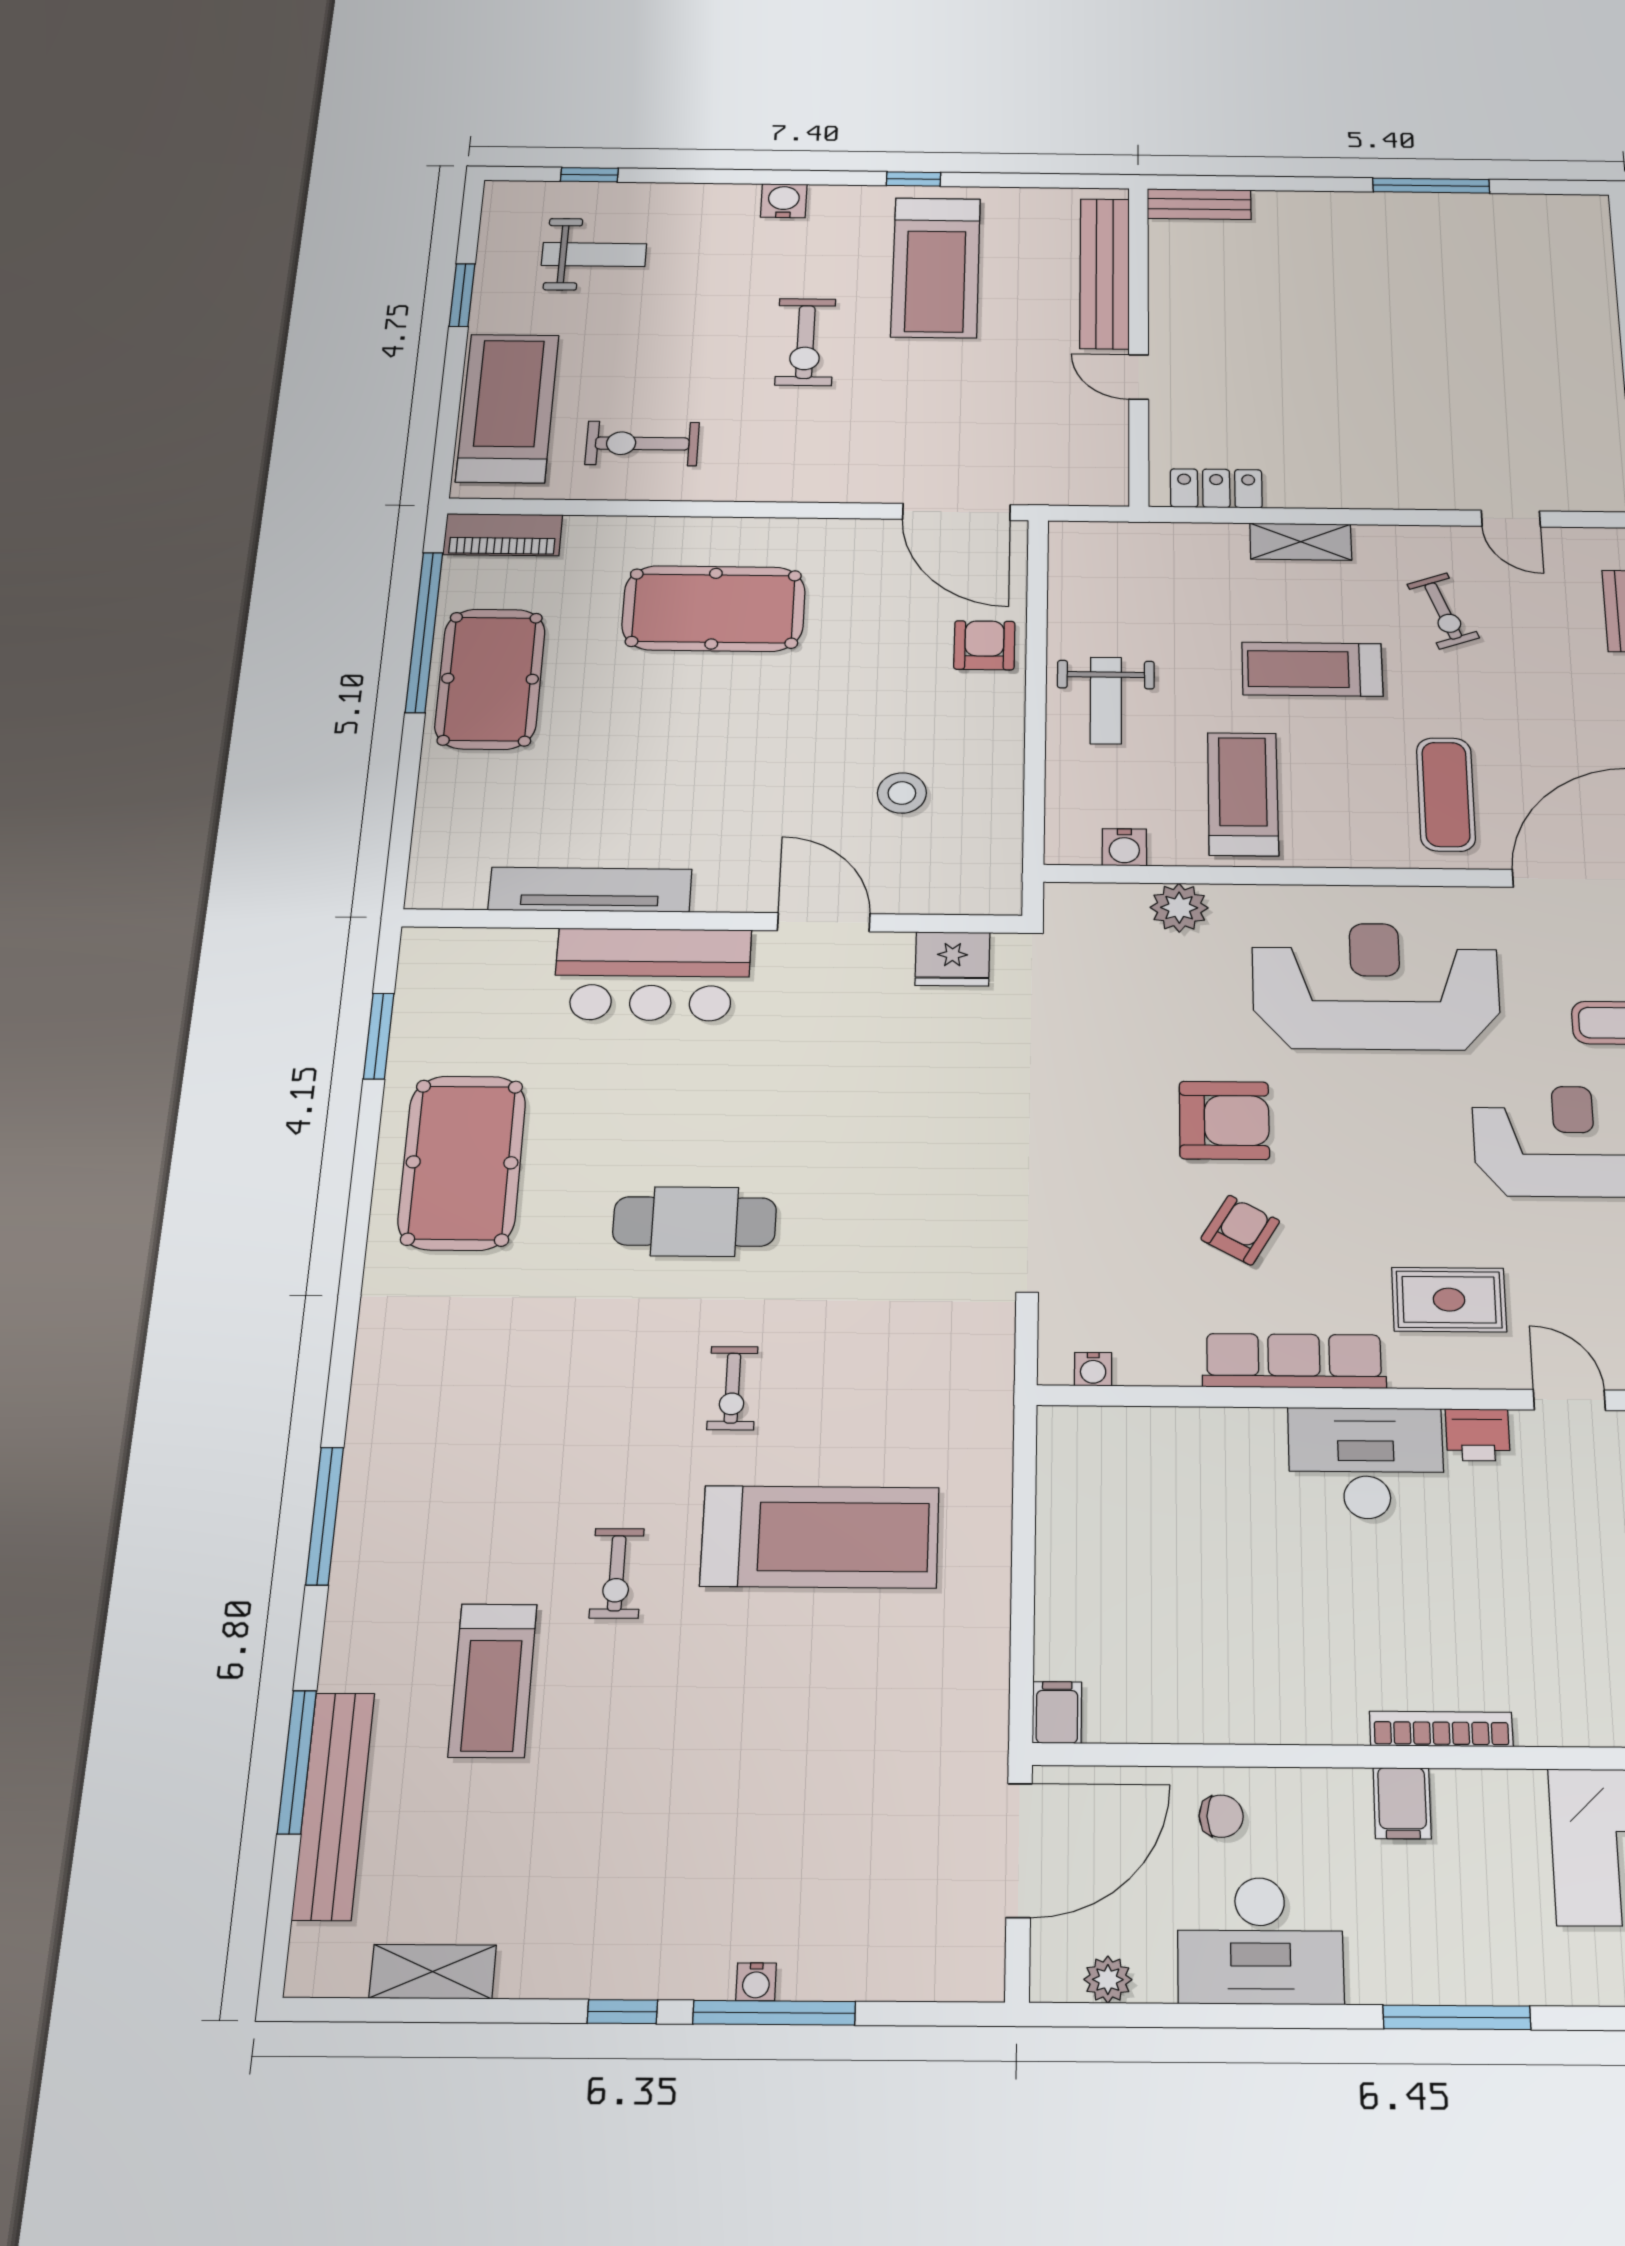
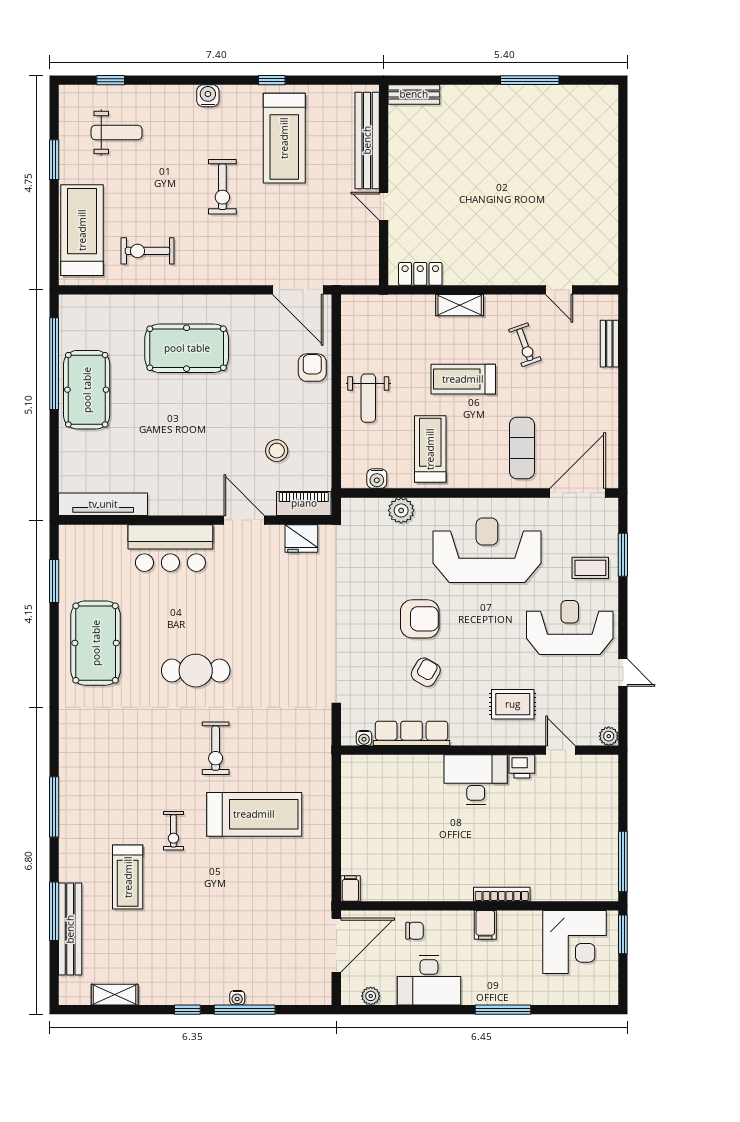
piano: (503, 535) -> (304, 503), moved, turned 180
tv unit: (590, 890) -> (103, 504), moved
row of seats: (1294, 1361) -> (412, 733), moved
exercise bike: (732, 1388) -> (216, 748), width x1.38, depth x1.39

